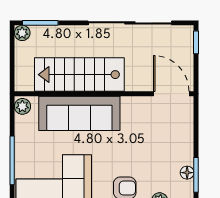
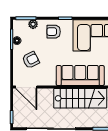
armchair: (164, 140) -> (31, 60), added

